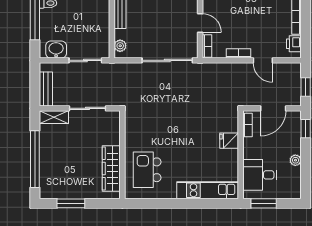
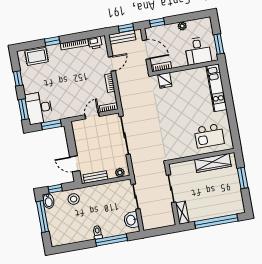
bench: (46, 89) -> (122, 37), moved
fridge: (229, 141) -> (165, 80), moved
window: (71, 203) -> (243, 178), moved

